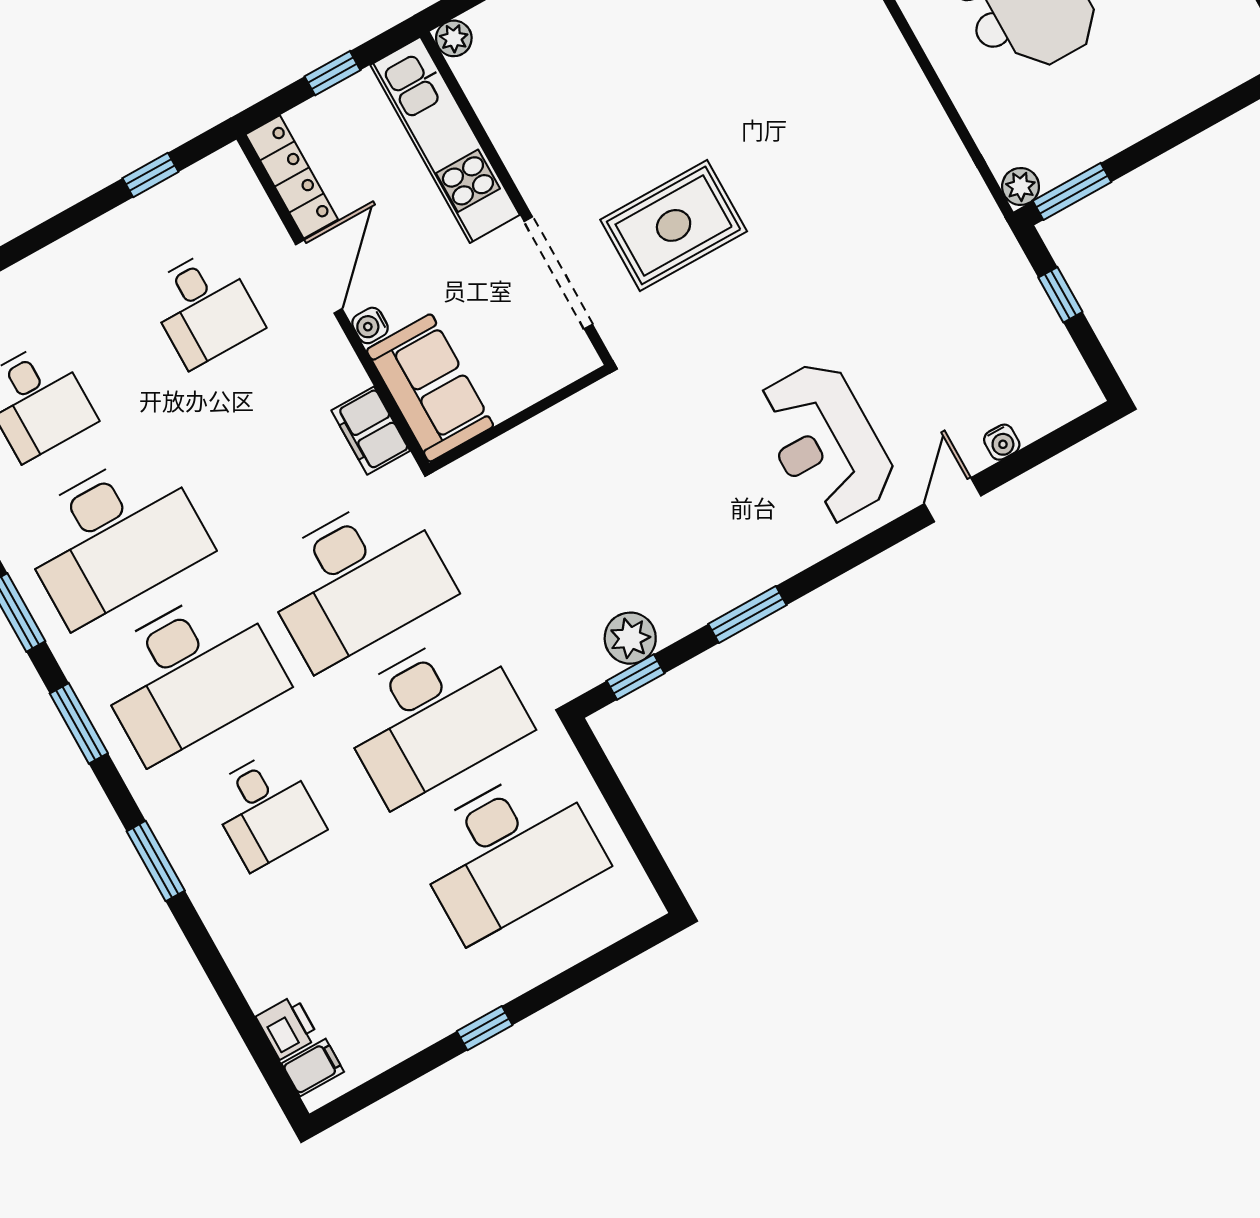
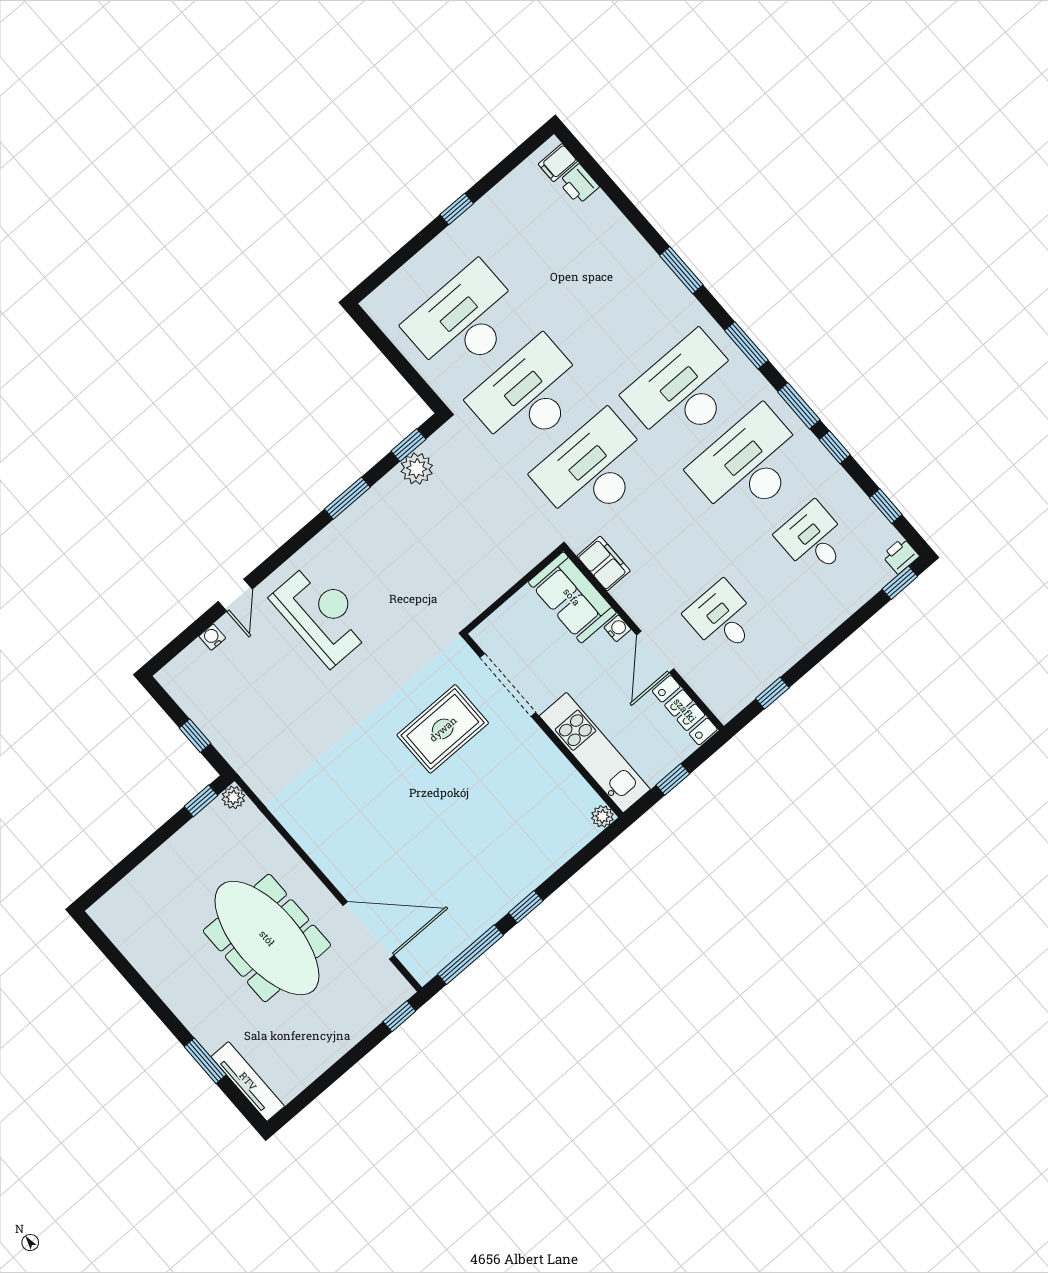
window: (1072, 191) -> (201, 801), width x0.67
desk: (265, 809) -> (620, 316), removed

